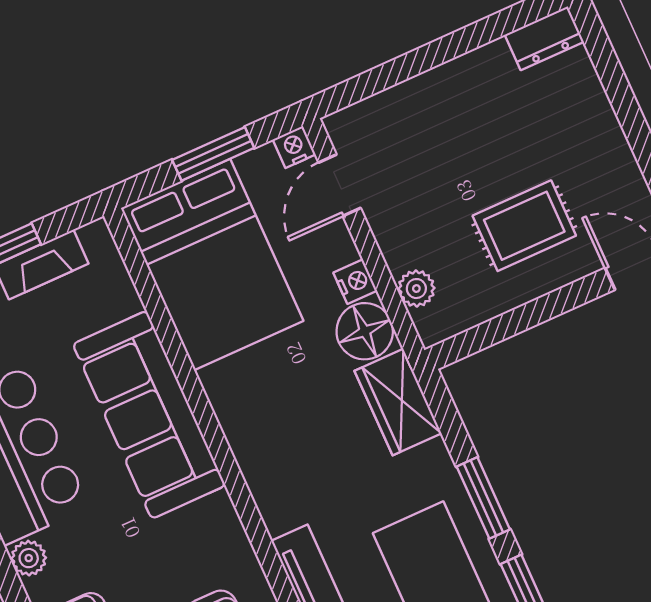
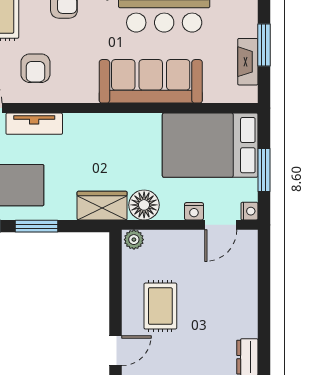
door: (340, 185) -> (221, 225), swing flipped
nightstand: (355, 282) -> (194, 211), moved
plant: (416, 289) -> (134, 240), moved

